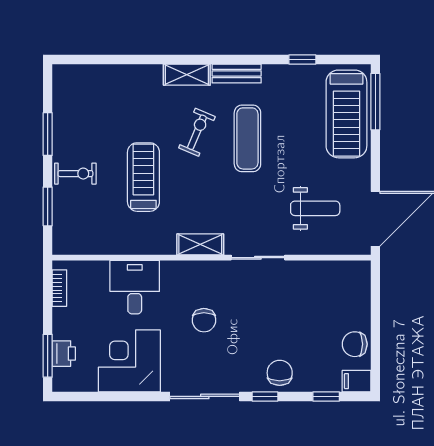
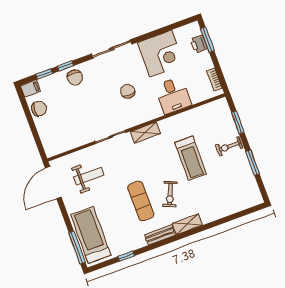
weight bench: (315, 208) -> (89, 176), turned 180
window: (265, 396) -> (65, 66), moved

